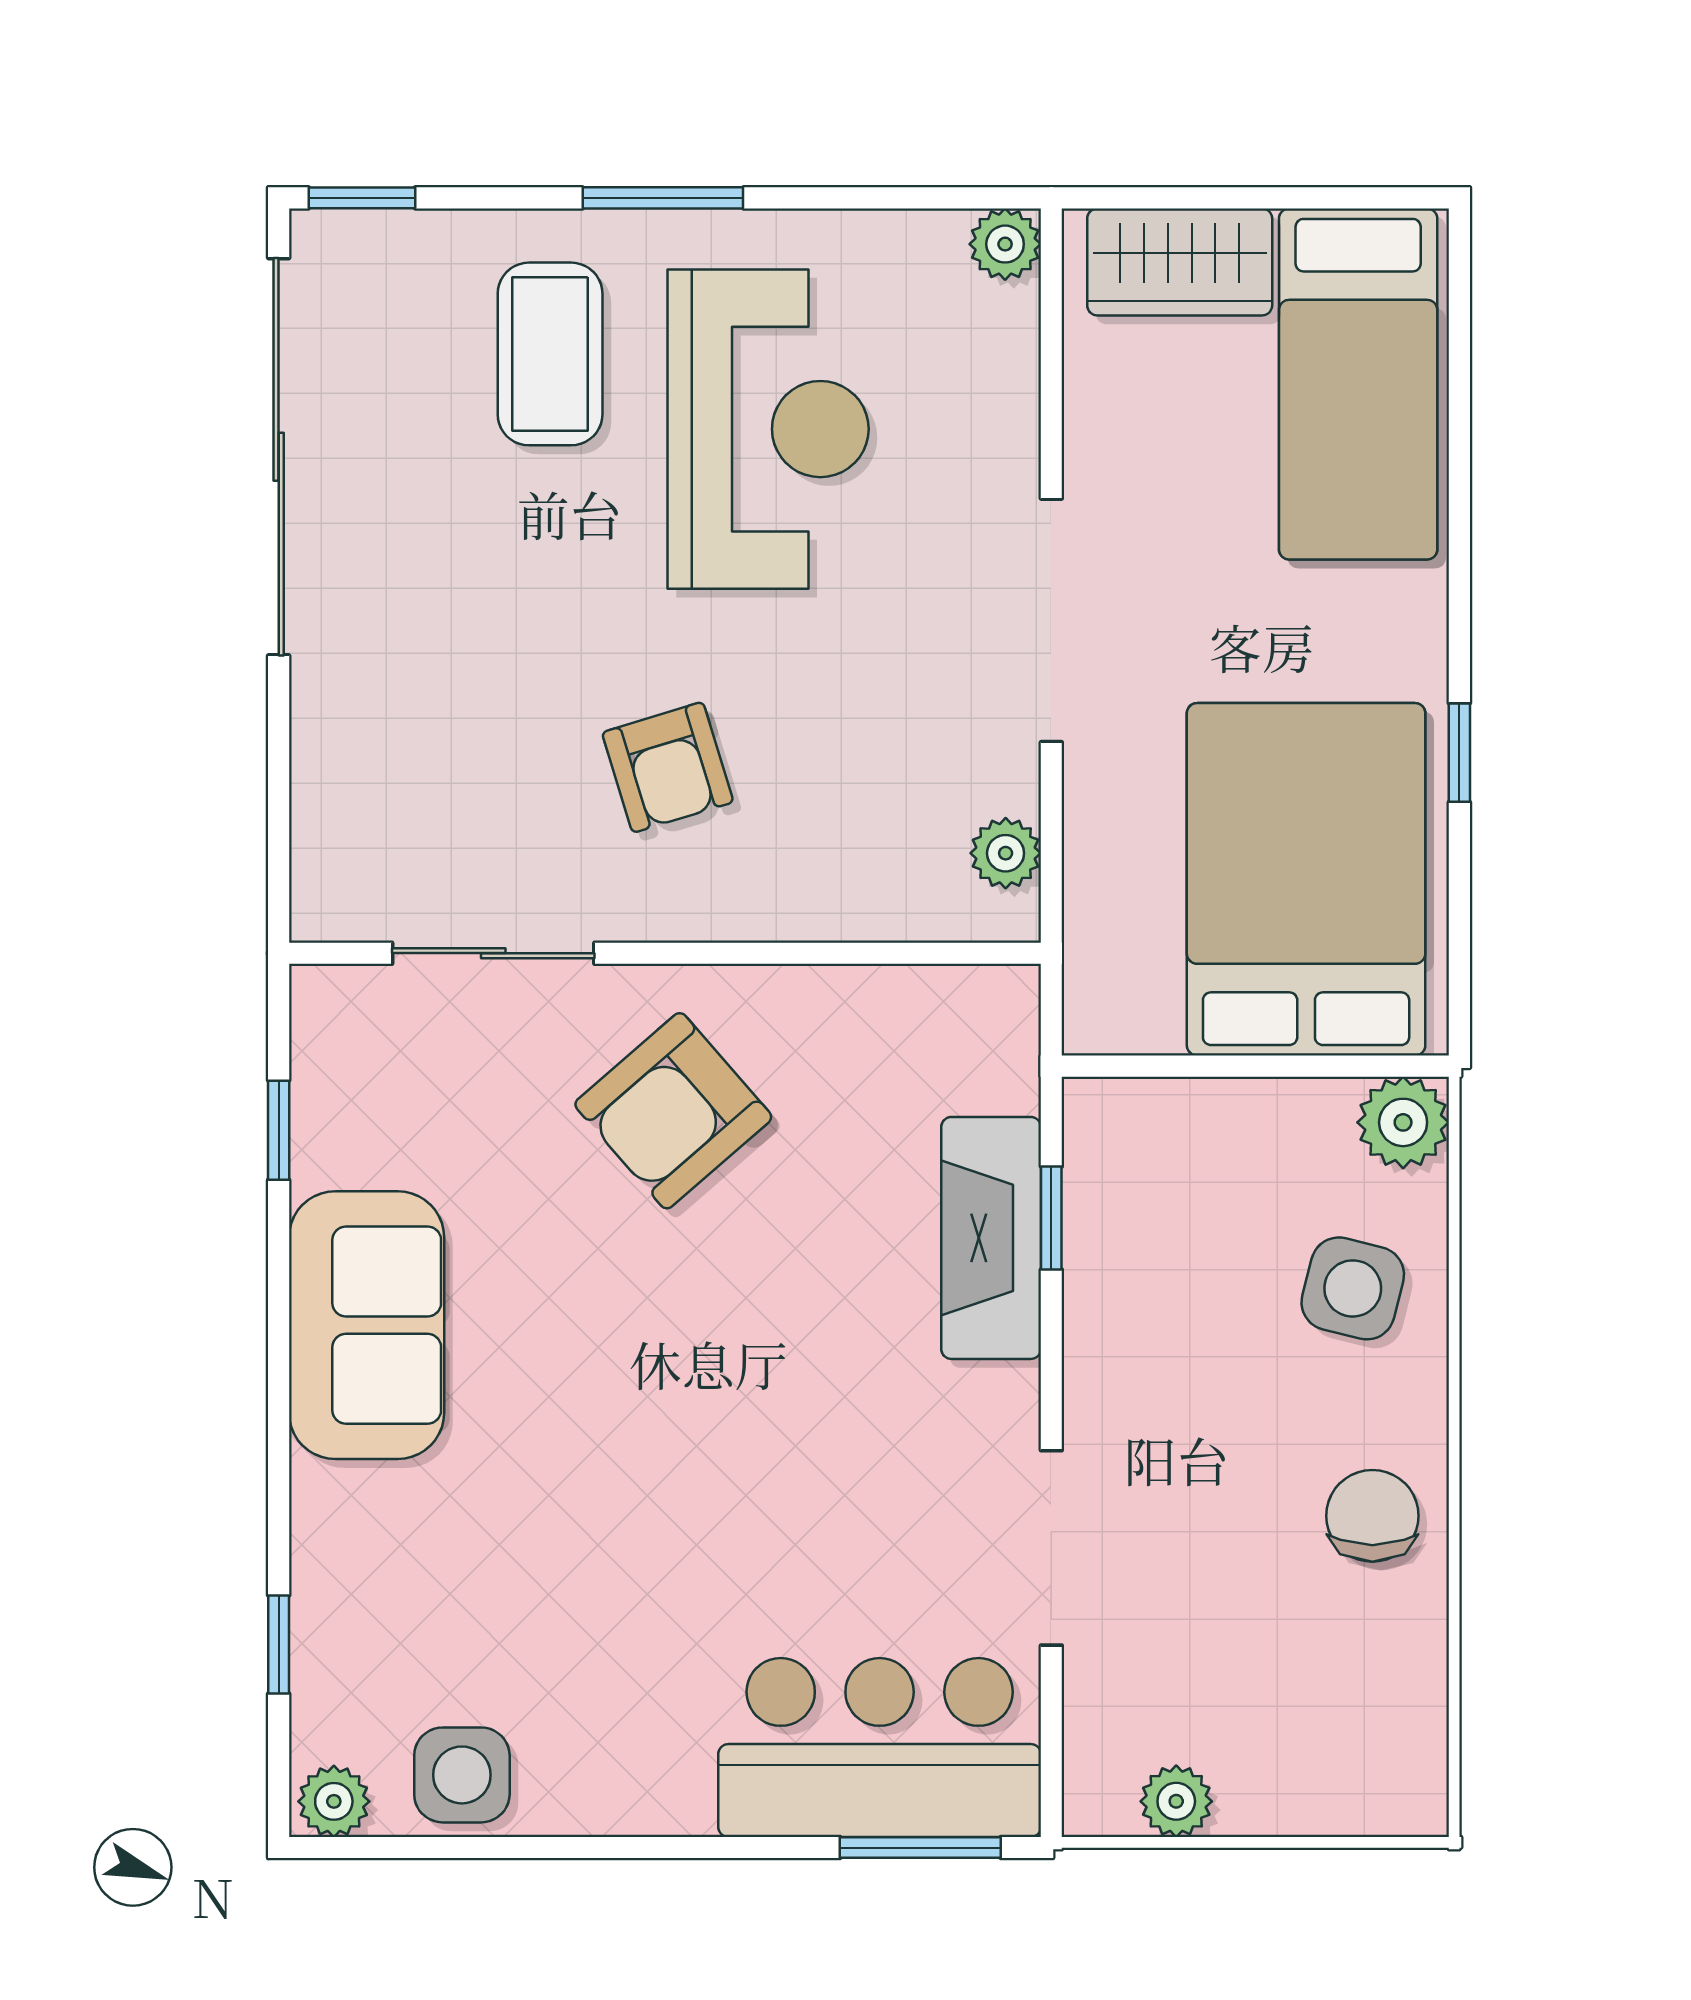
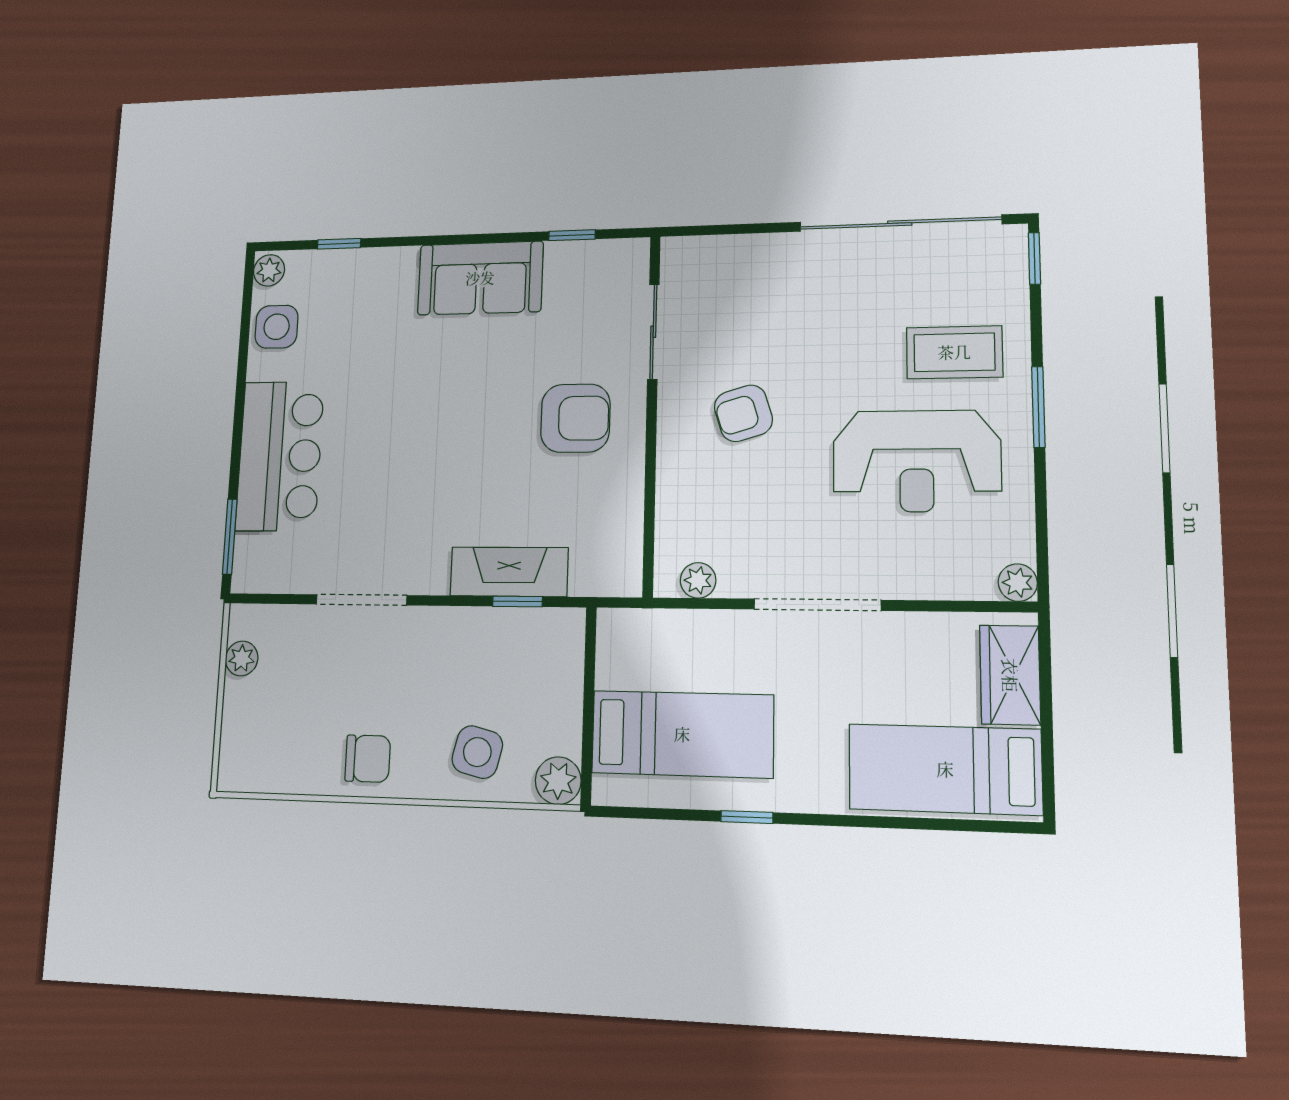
bed: (1306, 879) -> (682, 734), width x0.67
armchair: (673, 1111) -> (575, 418), turned 131
bar counter: (880, 1747) -> (280, 456), moved

